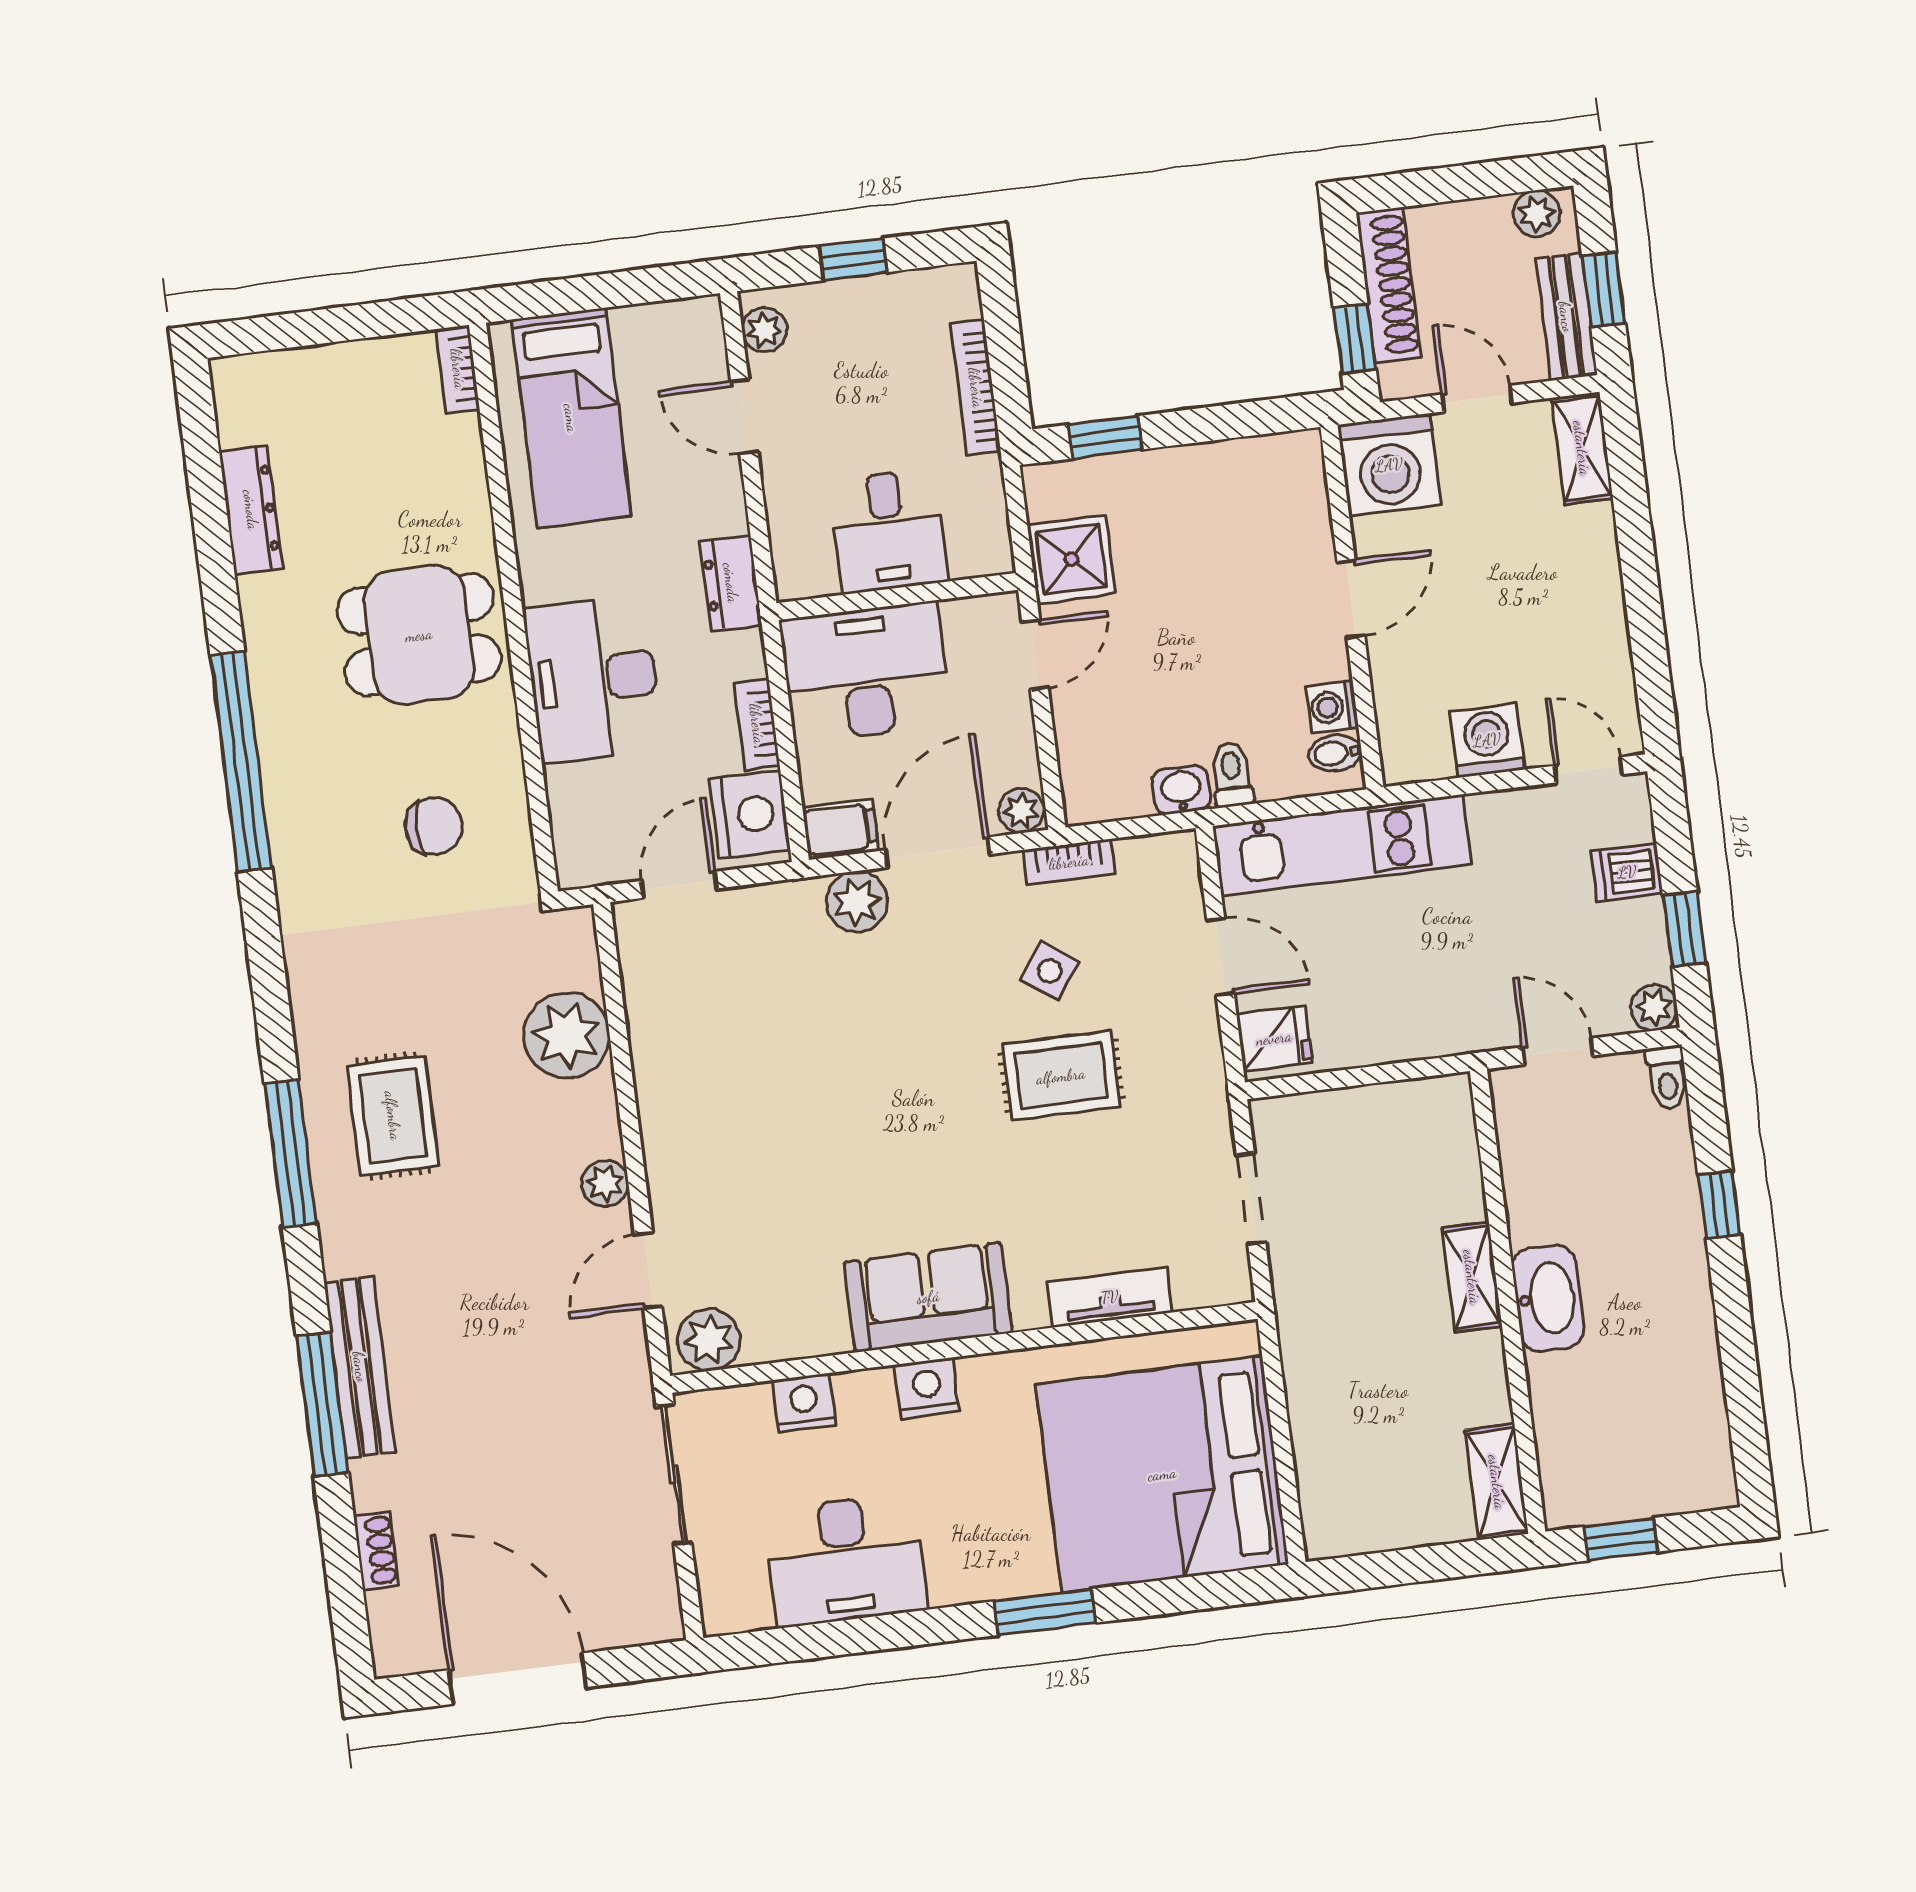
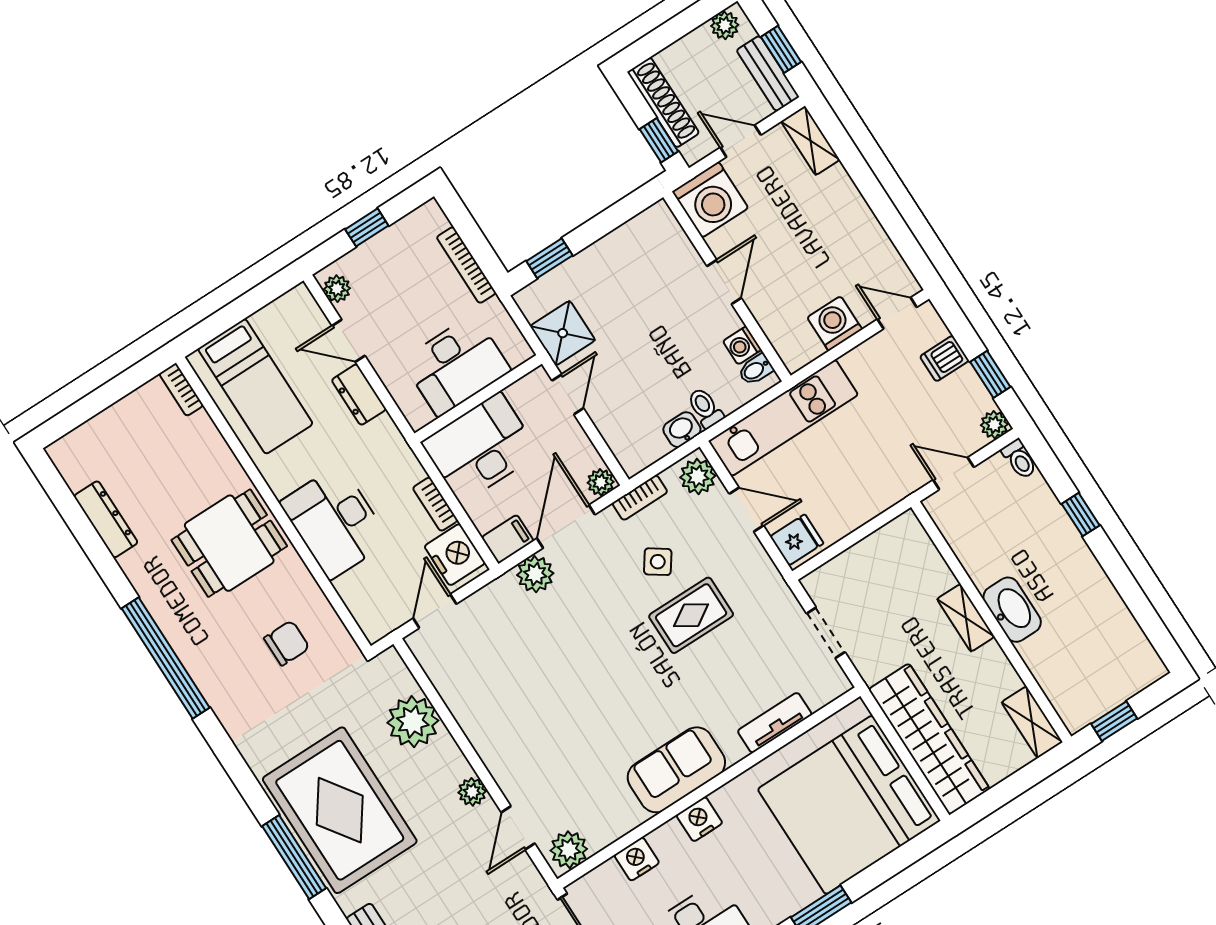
desk: (888, 531) -> (456, 365), width x1.37
dresser: (731, 583) -> (359, 395), moved
plant: (1171, 872) -> (698, 476), added
rug: (393, 1116) -> (340, 810), width x1.86, depth x2.06
wardrobe: (1330, 1433) -> (929, 739), added

